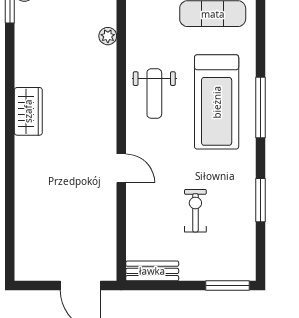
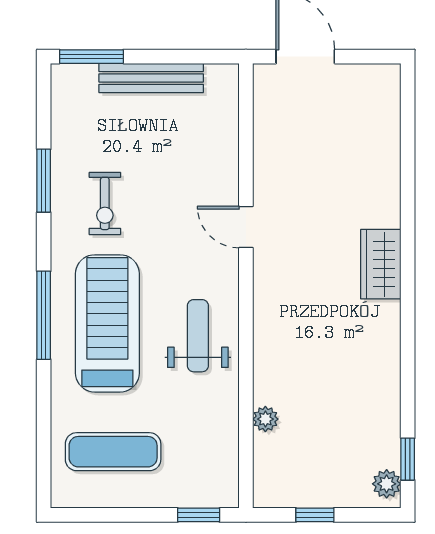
wardrobe: (28, 111) -> (381, 264), moved
exercise bike: (195, 211) -> (105, 203), moved
bench: (152, 271) -> (151, 78), moved, width x1.36

